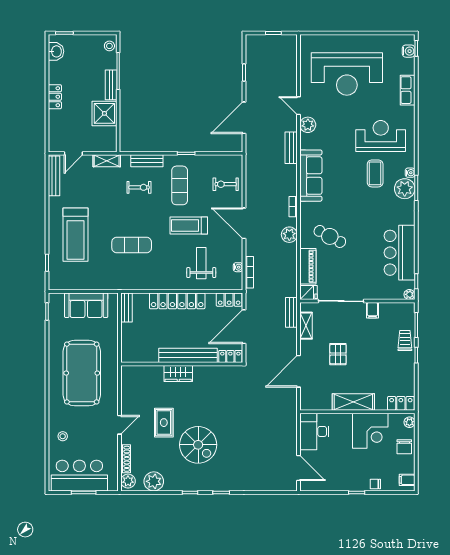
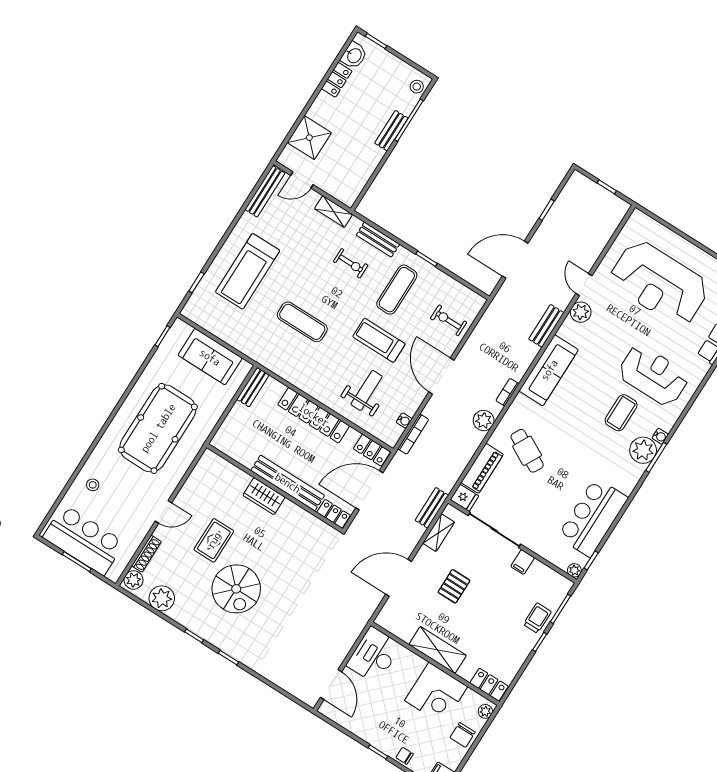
locker: (55, 97) -> (337, 80), moved
shower: (104, 113) -> (309, 138), moved

